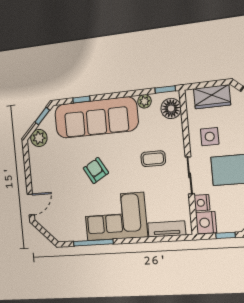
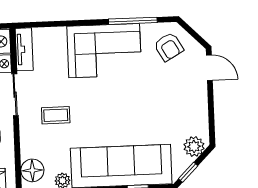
armchair: (96, 170) -> (169, 47), moved
door: (31, 204) -> (209, 68), swing flipped
tv unit: (167, 229) -> (24, 49), moved, turned -90

